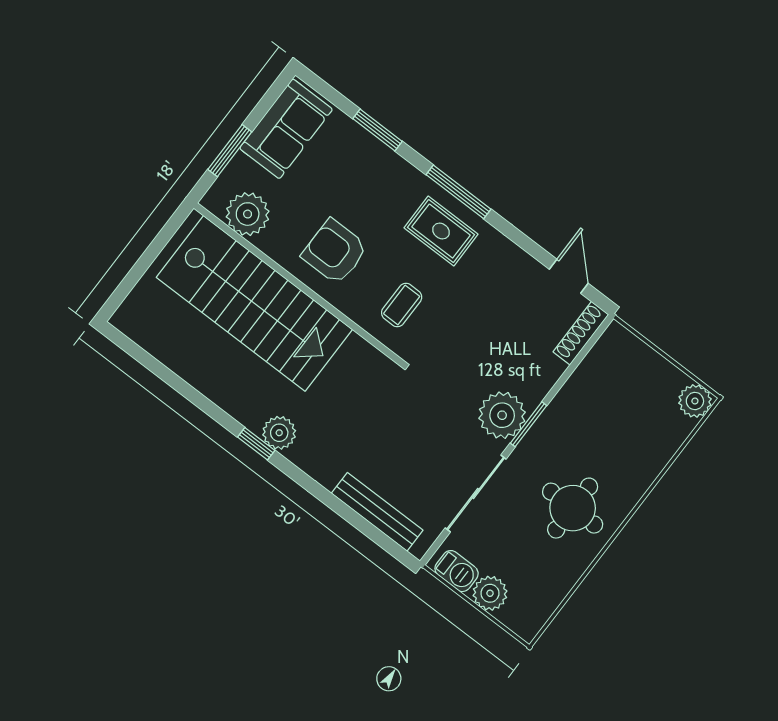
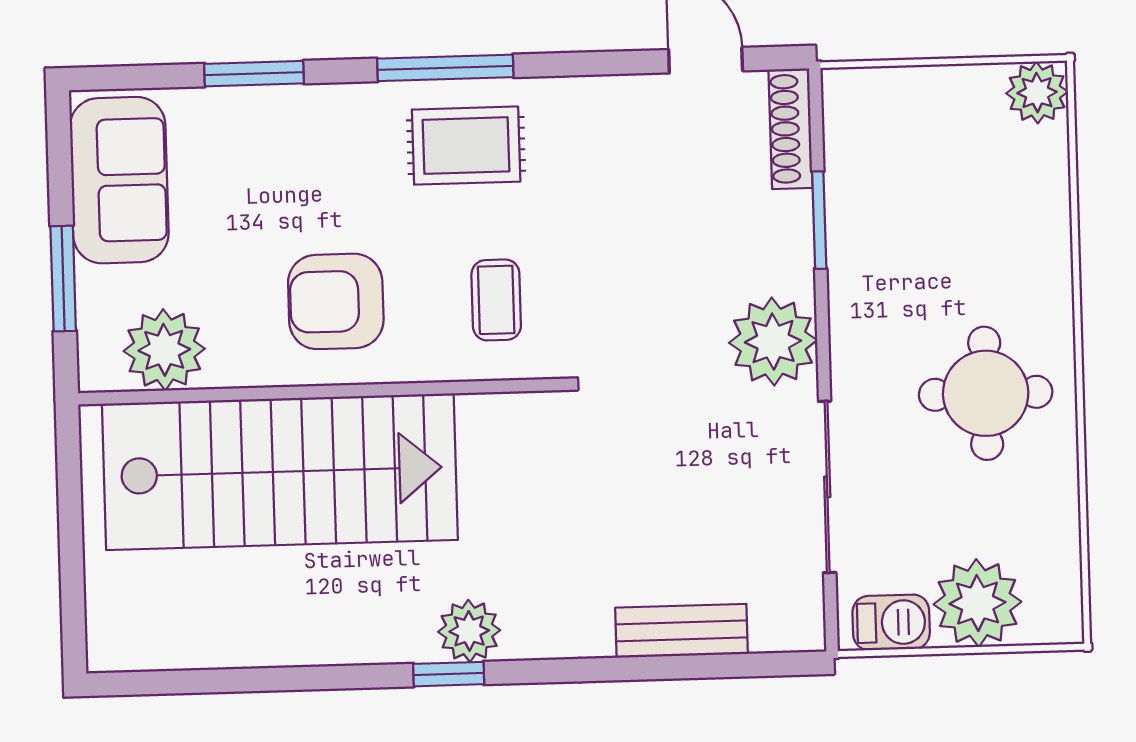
window: (529, 424) -> (819, 220), moved
bench: (377, 512) -> (682, 631), width x0.73
plant: (490, 593) -> (978, 603), width x1.36, depth x1.36

